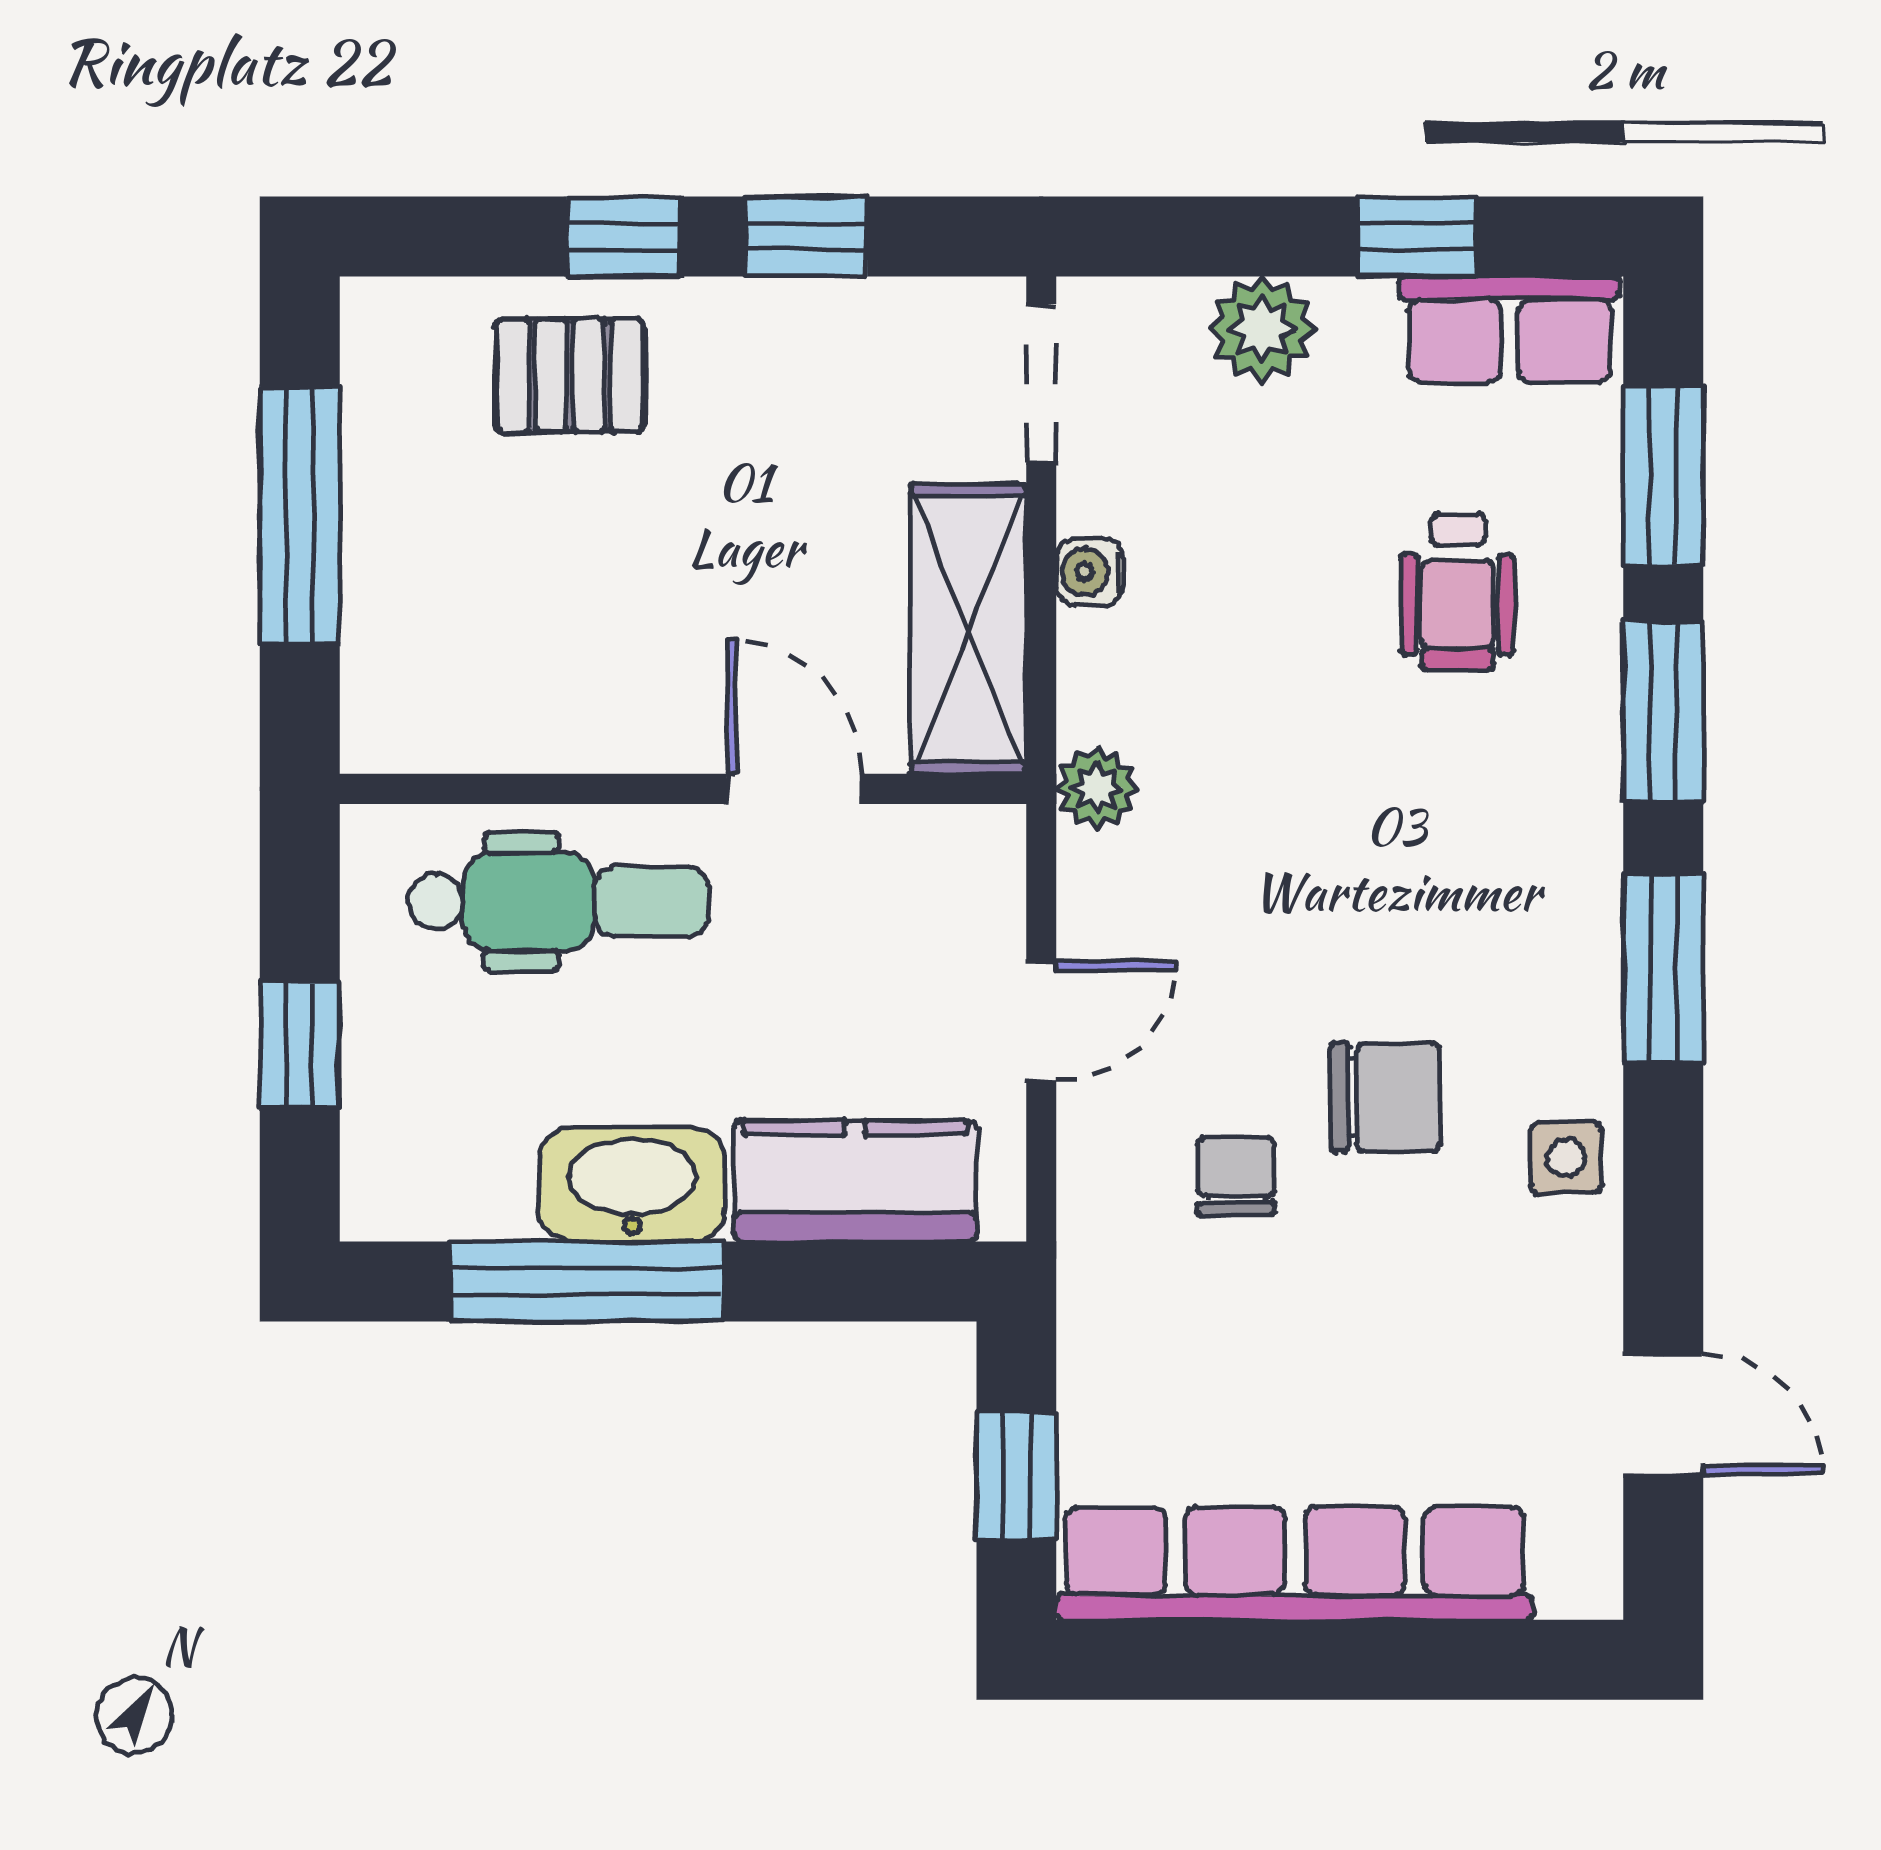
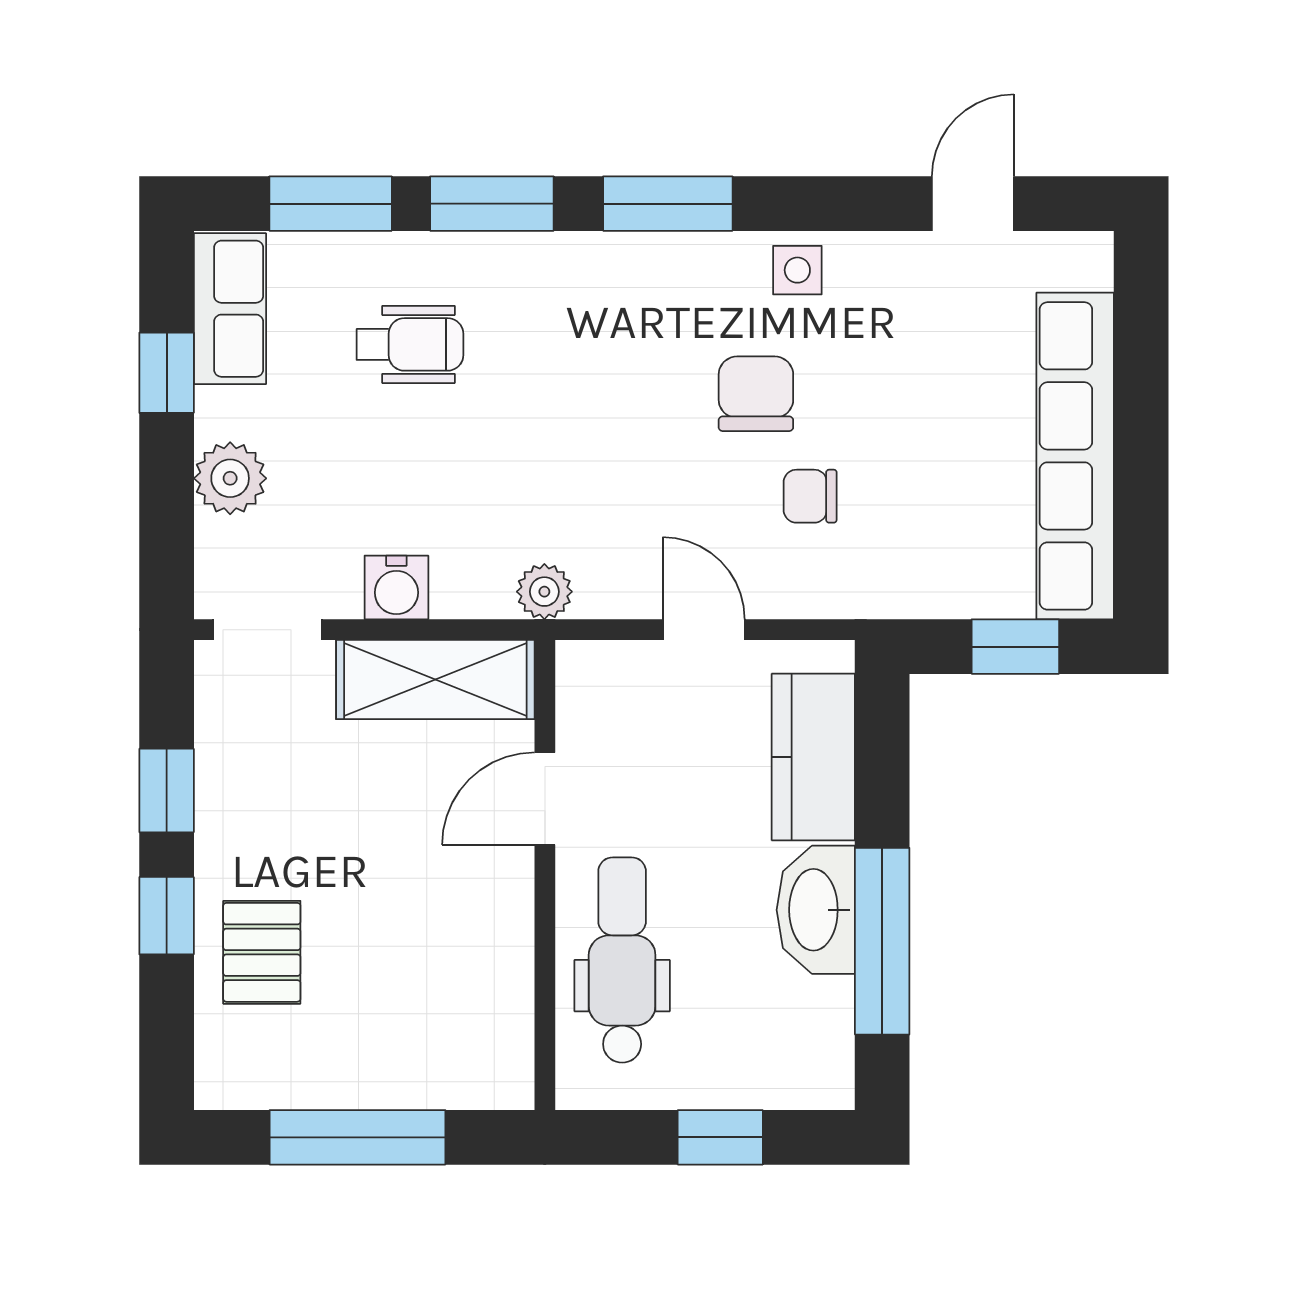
water cooler: (1090, 572) -> (396, 587), width x1.38, depth x1.38

